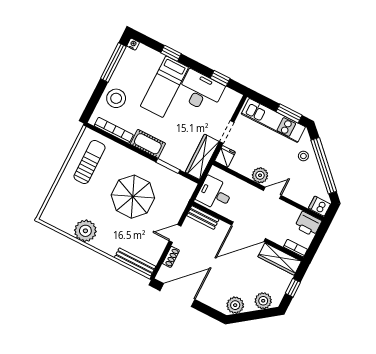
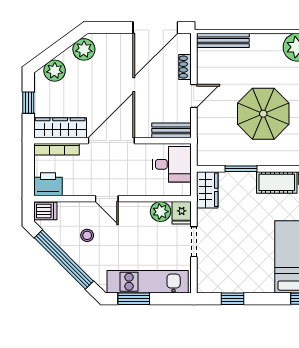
desk: (201, 91) -> (247, 273), removed
stool: (303, 156) -> (87, 235), moved
wardrobe: (202, 157) -> (207, 190), width x0.67
plant: (260, 175) -> (161, 212), moved
door: (272, 193) -> (107, 199), hinge flipped
bookcase: (295, 248) -> (57, 149), width x1.56

